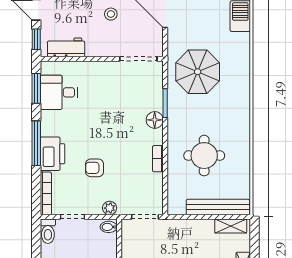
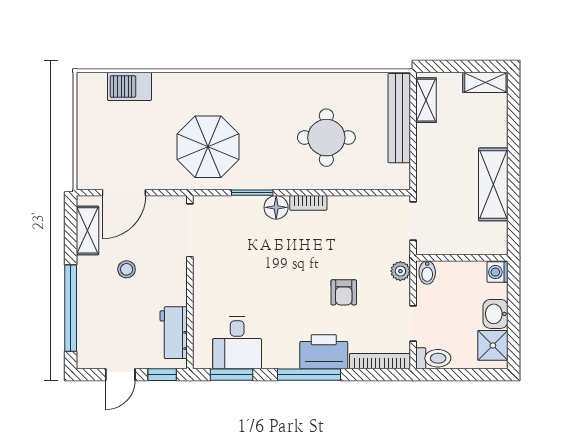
bookcase: (158, 159) -> (308, 203), moved

